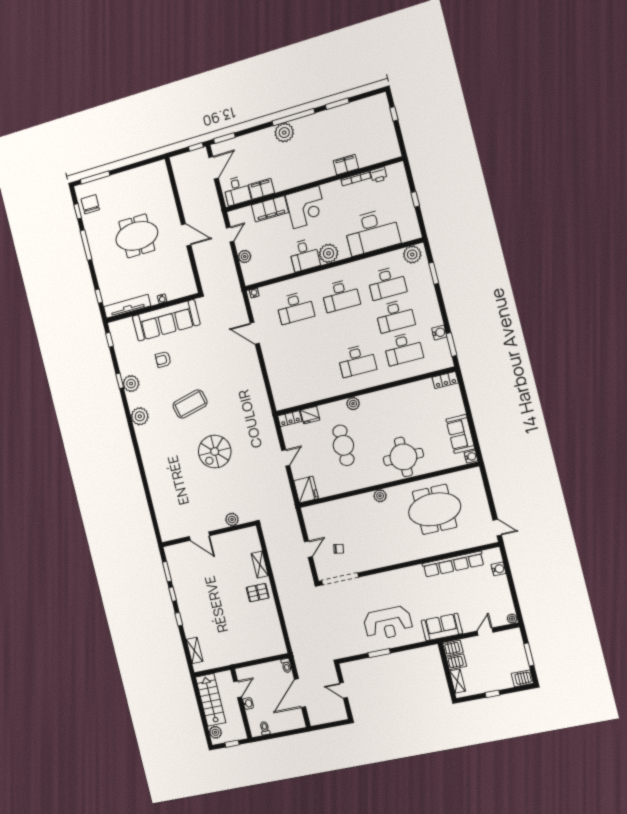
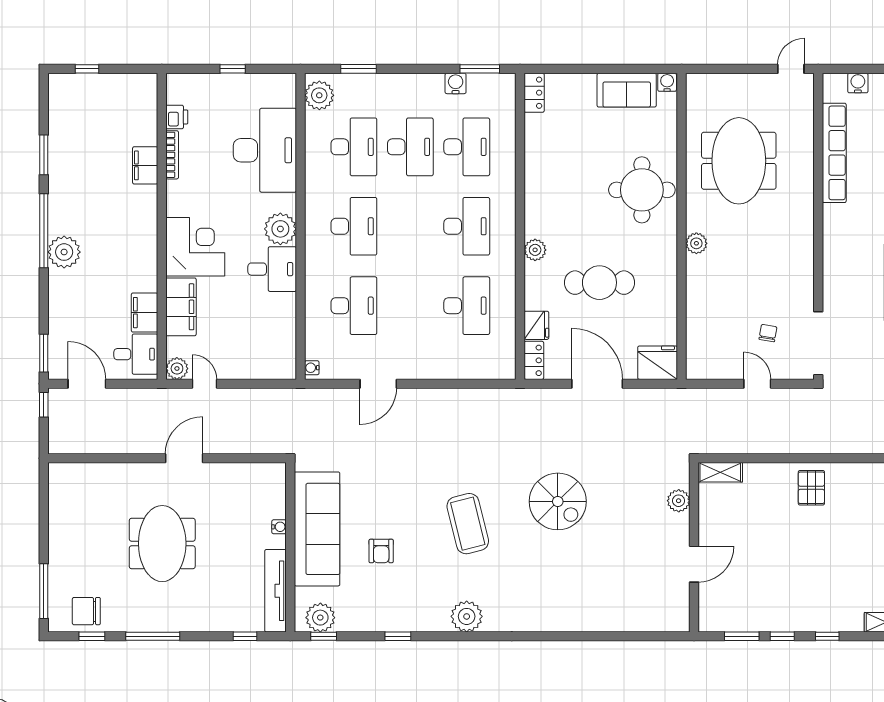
plant: (245, 257) -> (177, 368), moved
desk: (311, 372) -> (467, 306), added
plant: (131, 384) -> (320, 618), moved
door: (286, 458) -> (597, 384), width x1.88
shelving: (260, 565) -> (720, 472), moved

